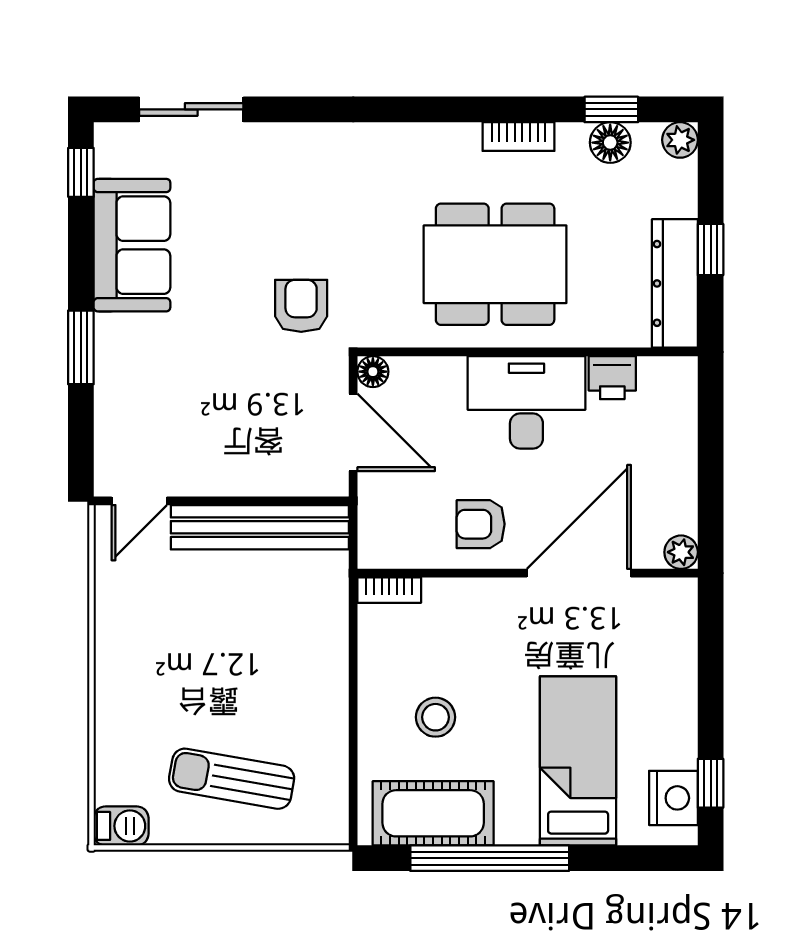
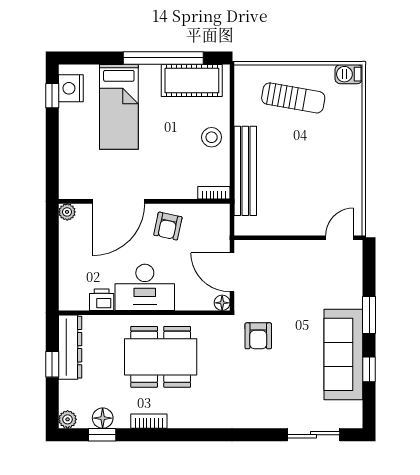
window: (81, 172) -> (369, 369), moved
sofa: (132, 245) -> (343, 354), width x1.36
armchair: (481, 524) -> (168, 226), turned 102
bench: (260, 527) -> (245, 171), moved, turned 90
stool: (436, 717) -> (212, 137), moved

